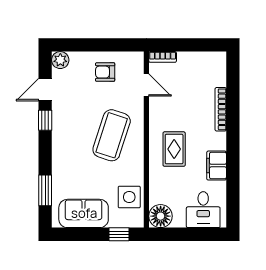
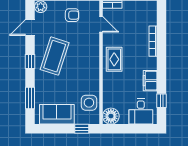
armchair: (105, 72) -> (72, 15), turned 180
window: (45, 120) -> (30, 61), moved
coffee table: (112, 135) -> (55, 56), moved
rug: (174, 149) -> (114, 59), moved
window: (233, 194) -> (162, 101), added

